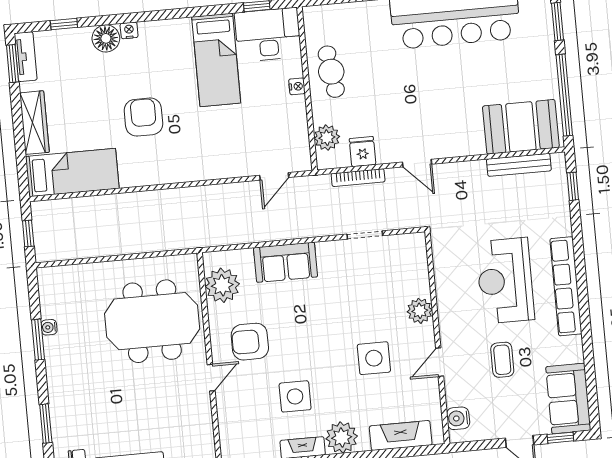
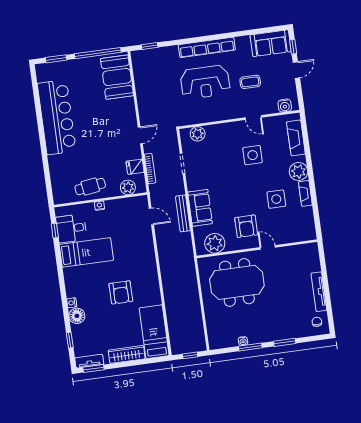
desk: (268, 35) -> (71, 228), width x0.73
armchair: (143, 117) -> (121, 292), turned -90
bench: (519, 165) -> (183, 213), moved
plant: (420, 311) -> (198, 134), moved
meeting table: (152, 321) -> (237, 282), turned 90
window: (46, 424) -> (285, 342), moved

